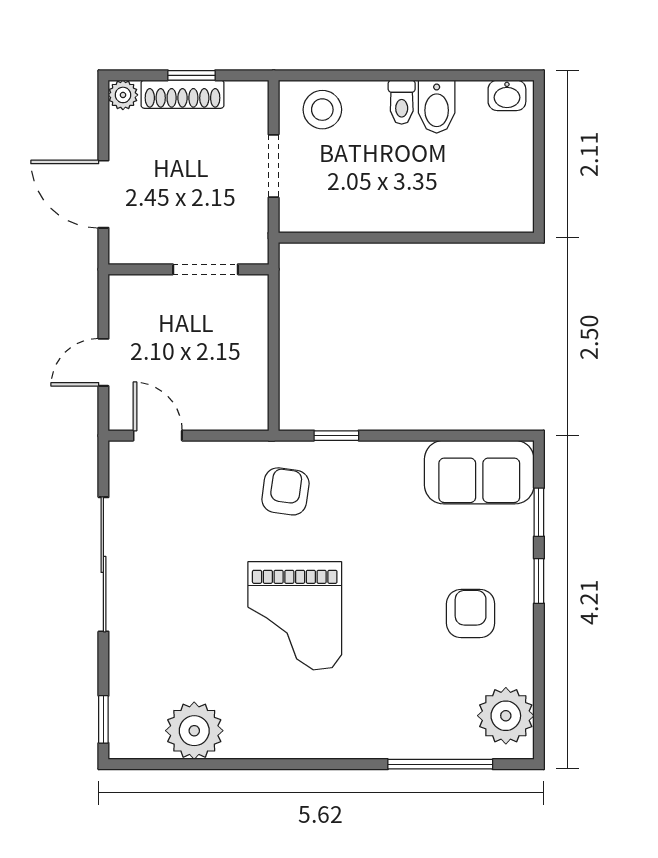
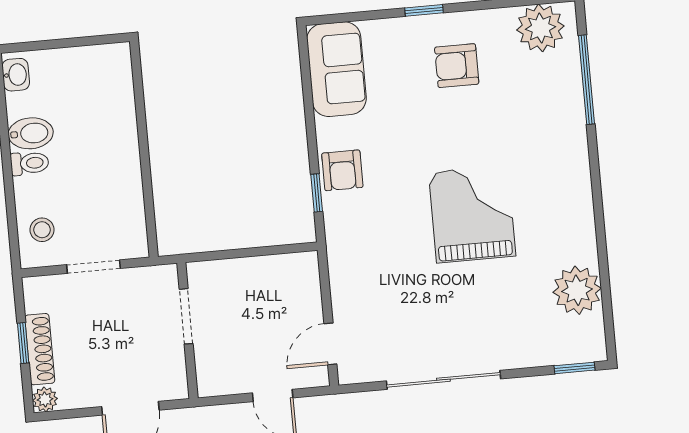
stool: (322, 110) -> (42, 230), width x0.73, depth x0.73
armchair: (285, 491) -> (342, 170), moved, turned -98
window: (539, 512) -> (366, 16), removed
grand piano: (295, 616) -> (472, 214), turned -90

